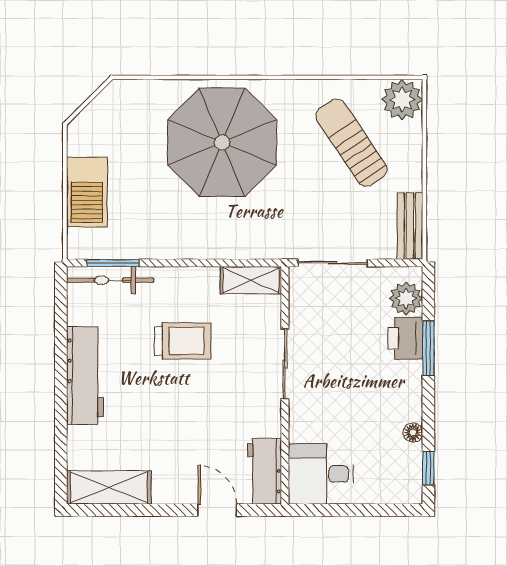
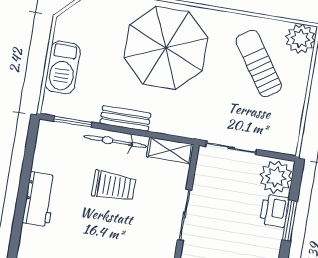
bench: (410, 226) -> (125, 118), moved, turned 90
bicycle: (110, 280) -> (115, 141), moved
plant: (406, 298) -> (276, 177), width x1.36, depth x1.36
workbench: (85, 375) -> (40, 199), width x0.73

